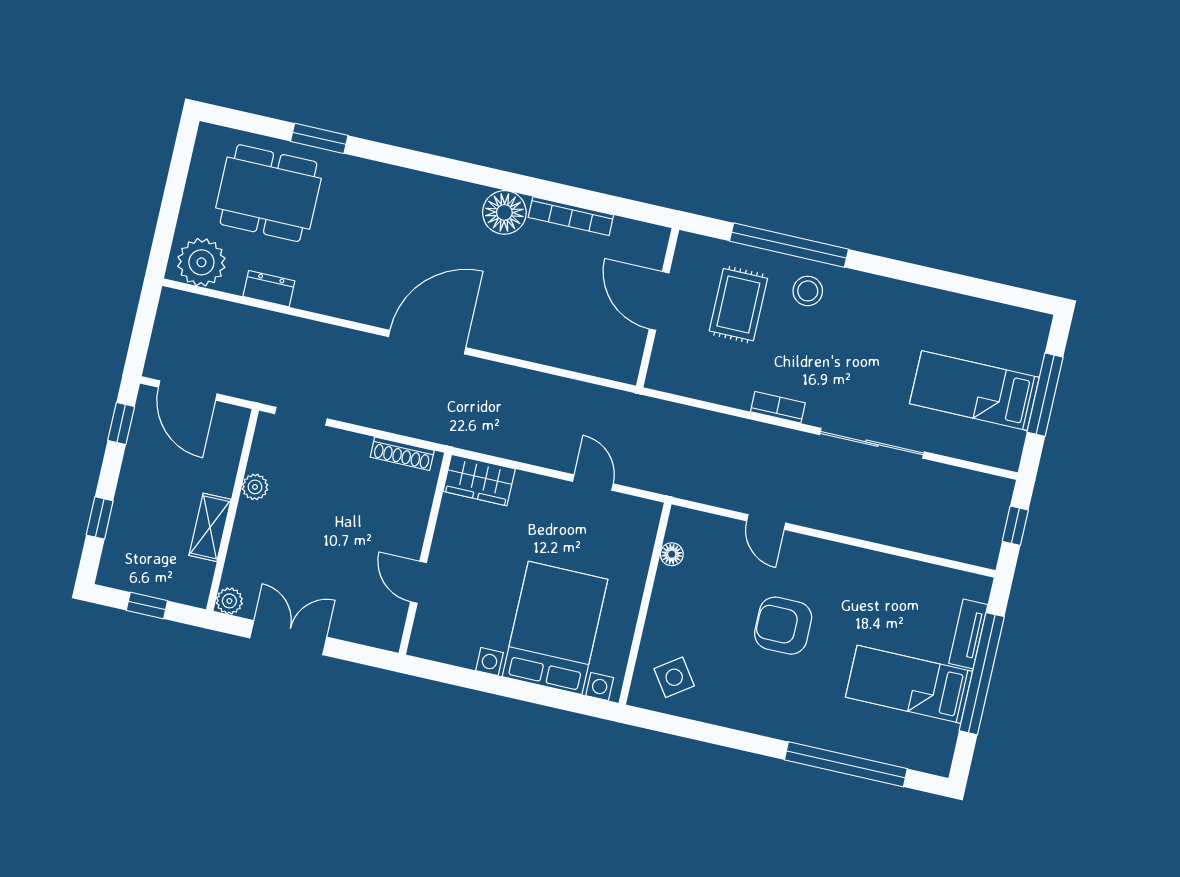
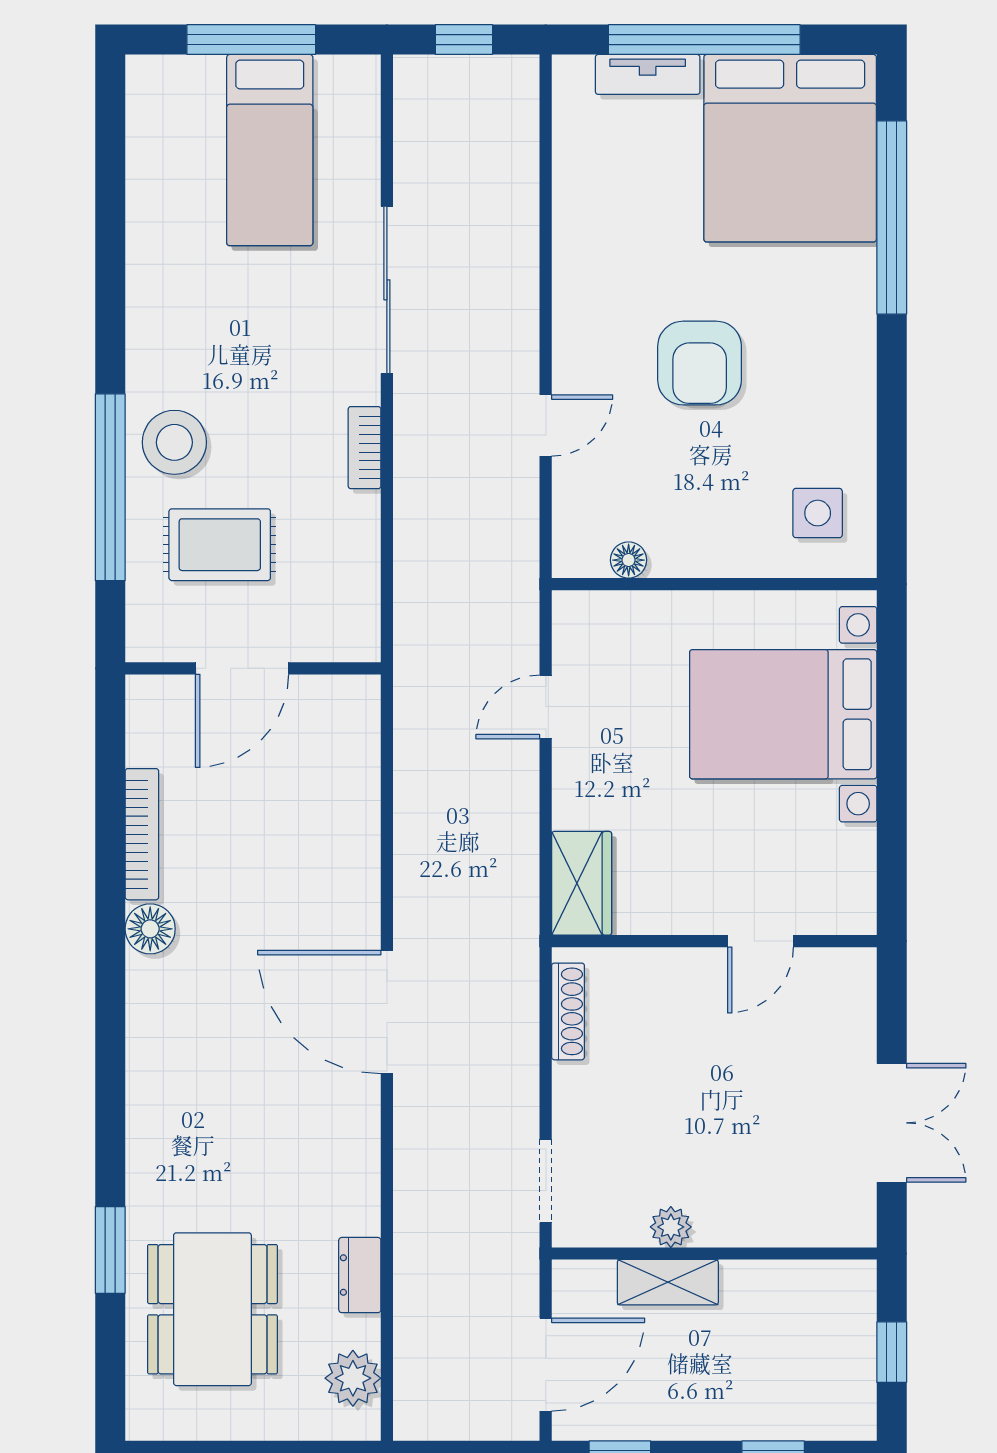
floor lamp: (504, 212) -> (150, 929), width x0.73, depth x0.73
plant: (201, 262) -> (353, 1378), width x0.73, depth x0.73
stool: (808, 291) -> (174, 442), width x1.38, depth x1.38
shelving: (210, 527) -> (668, 1282), moved
plant: (229, 601) -> (856, 1227), removed
double door: (288, 638) -> (892, 1123), swing flipped
side table: (674, 677) -> (818, 513), turned 35
bed: (909, 684) -> (790, 148), width x2.04

